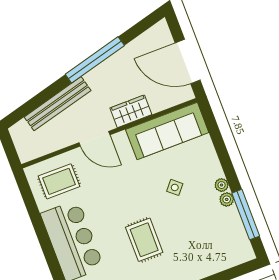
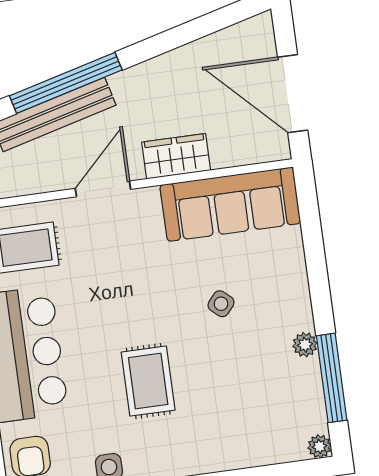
window: (95, 60) -> (66, 83), moved
door: (94, 139) -> (103, 189), swing flipped
plant: (222, 185) -> (319, 446), moved

